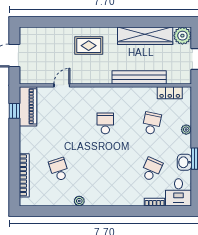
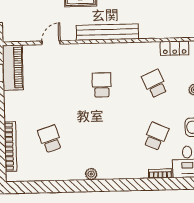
bench: (139, 77) -> (107, 32), moved
school desk: (152, 123) -> (155, 84), turned -36
plant: (79, 201) -> (91, 174), moved

